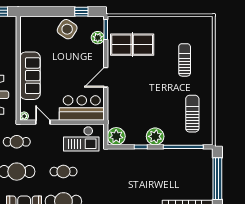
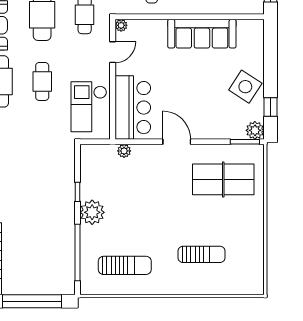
plant: (98, 38) -> (255, 130), moved
table tennis table: (132, 45) -> (223, 179), turned 90
sofa: (30, 76) -> (202, 34), moved
plant: (116, 136) -> (124, 151), moved, width x0.53, depth x0.53

